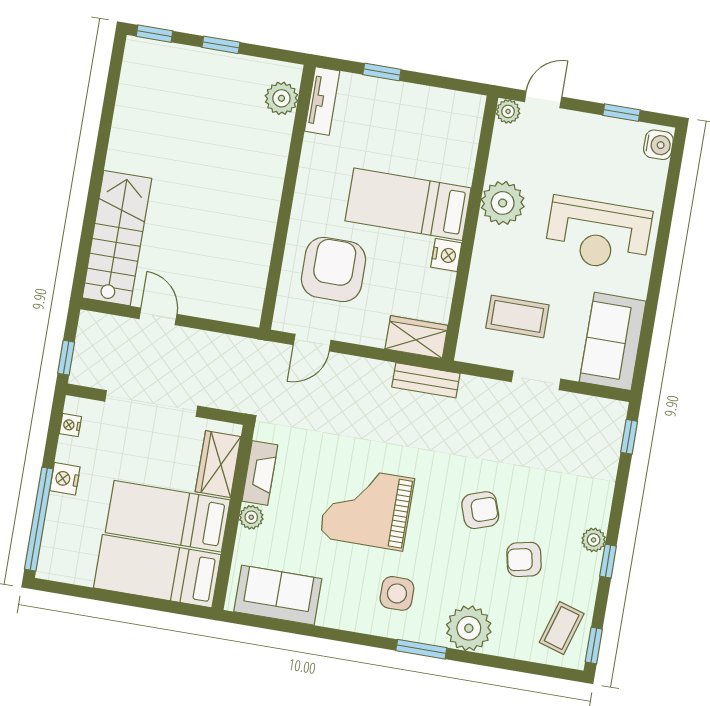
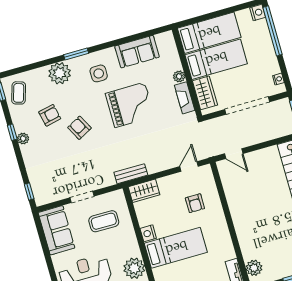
armchair: (334, 269) -> (195, 203), width x0.53, depth x0.53
door: (158, 316) -> (234, 154), moved
nightstand: (65, 479) -> (258, 12), moved
armchair: (480, 510) -> (79, 128), turned 81
sofa: (278, 595) -> (137, 52), moved

